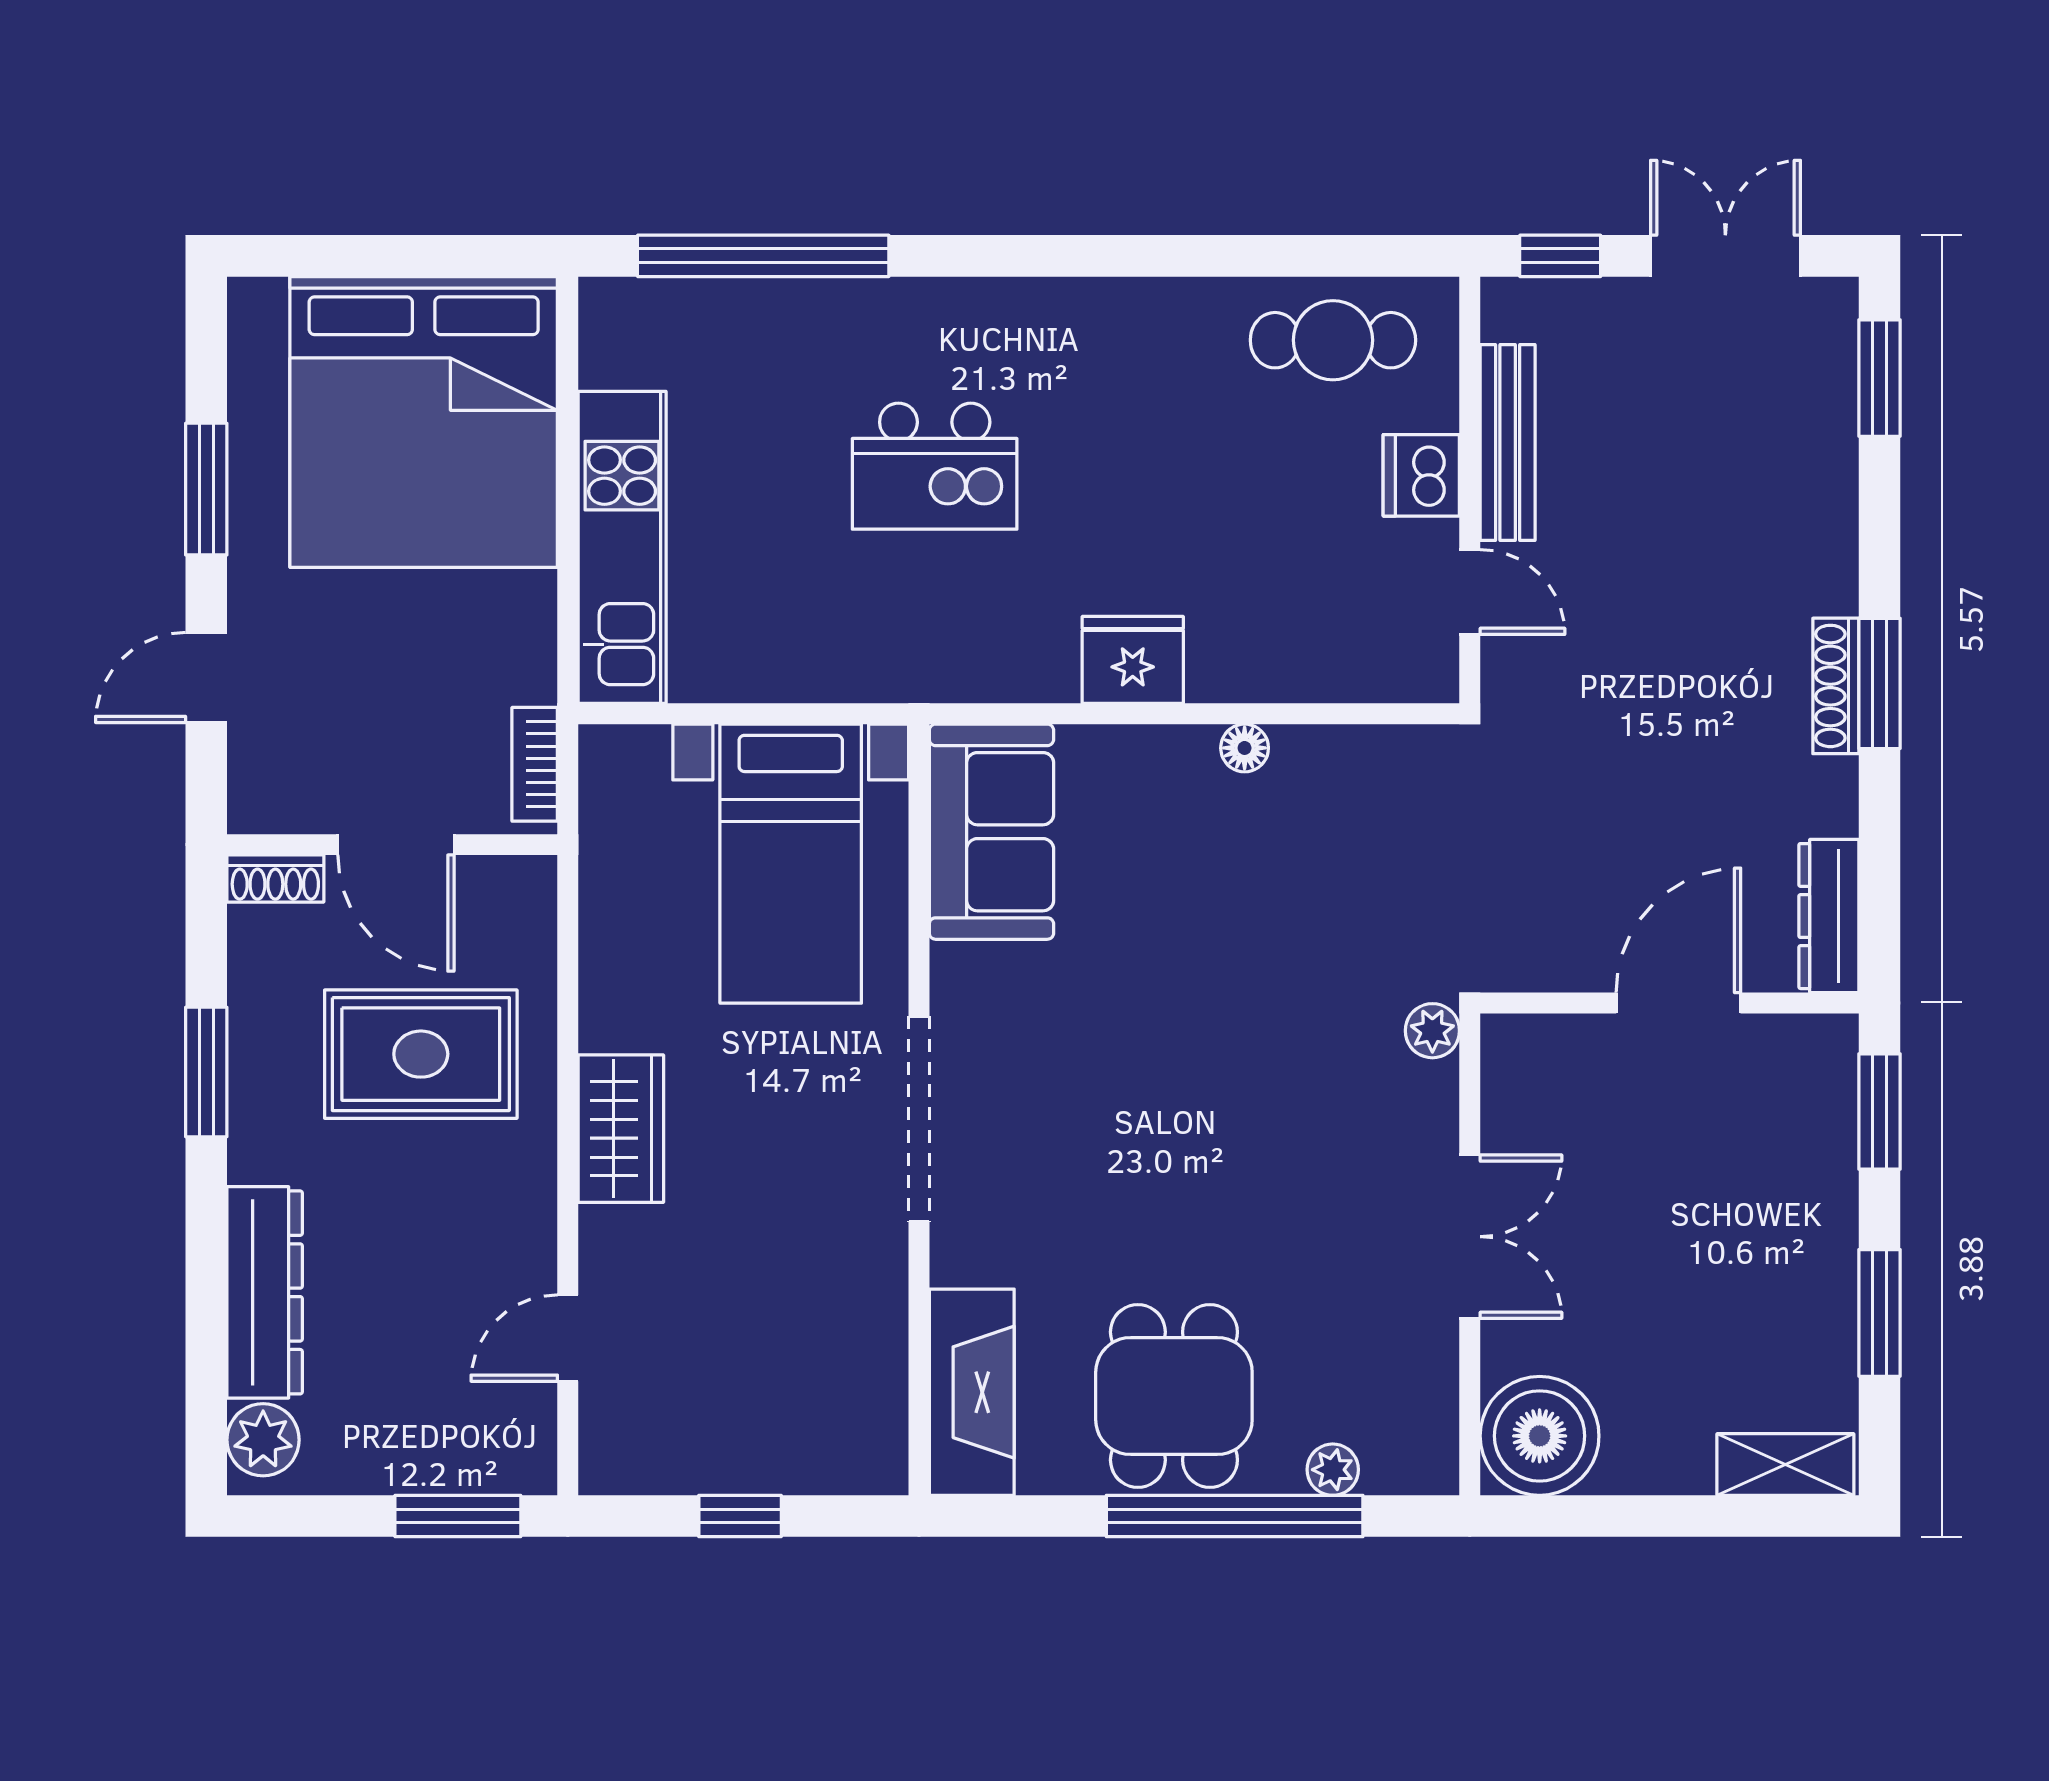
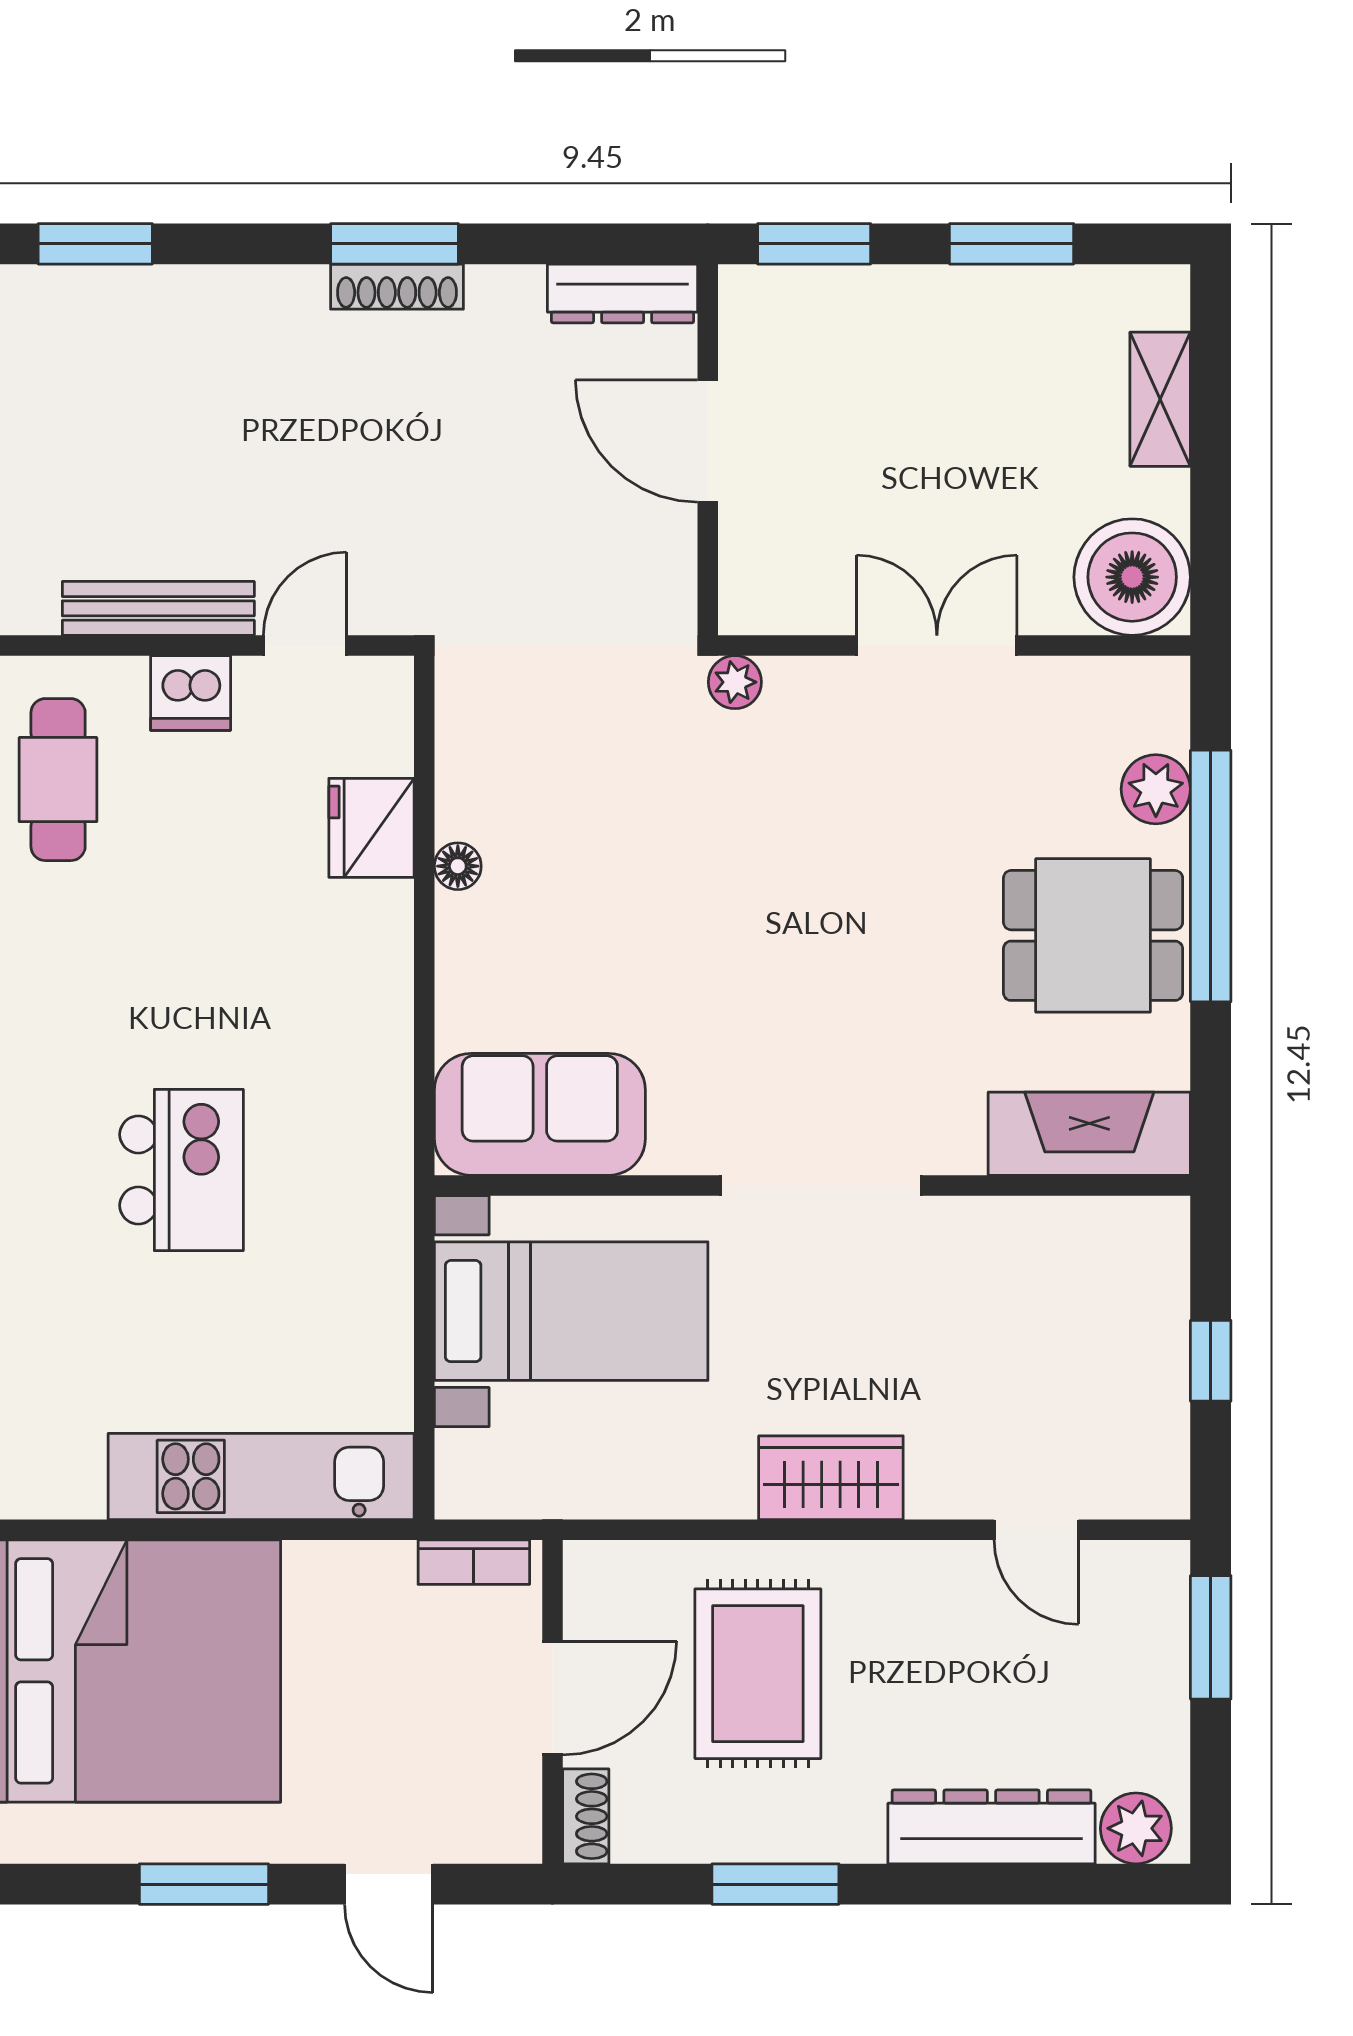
fridge: (1133, 660) -> (371, 828), moved
shelving: (1785, 1465) -> (1160, 399), moved
plant: (1333, 1470) -> (1156, 789), width x1.38, depth x1.38

